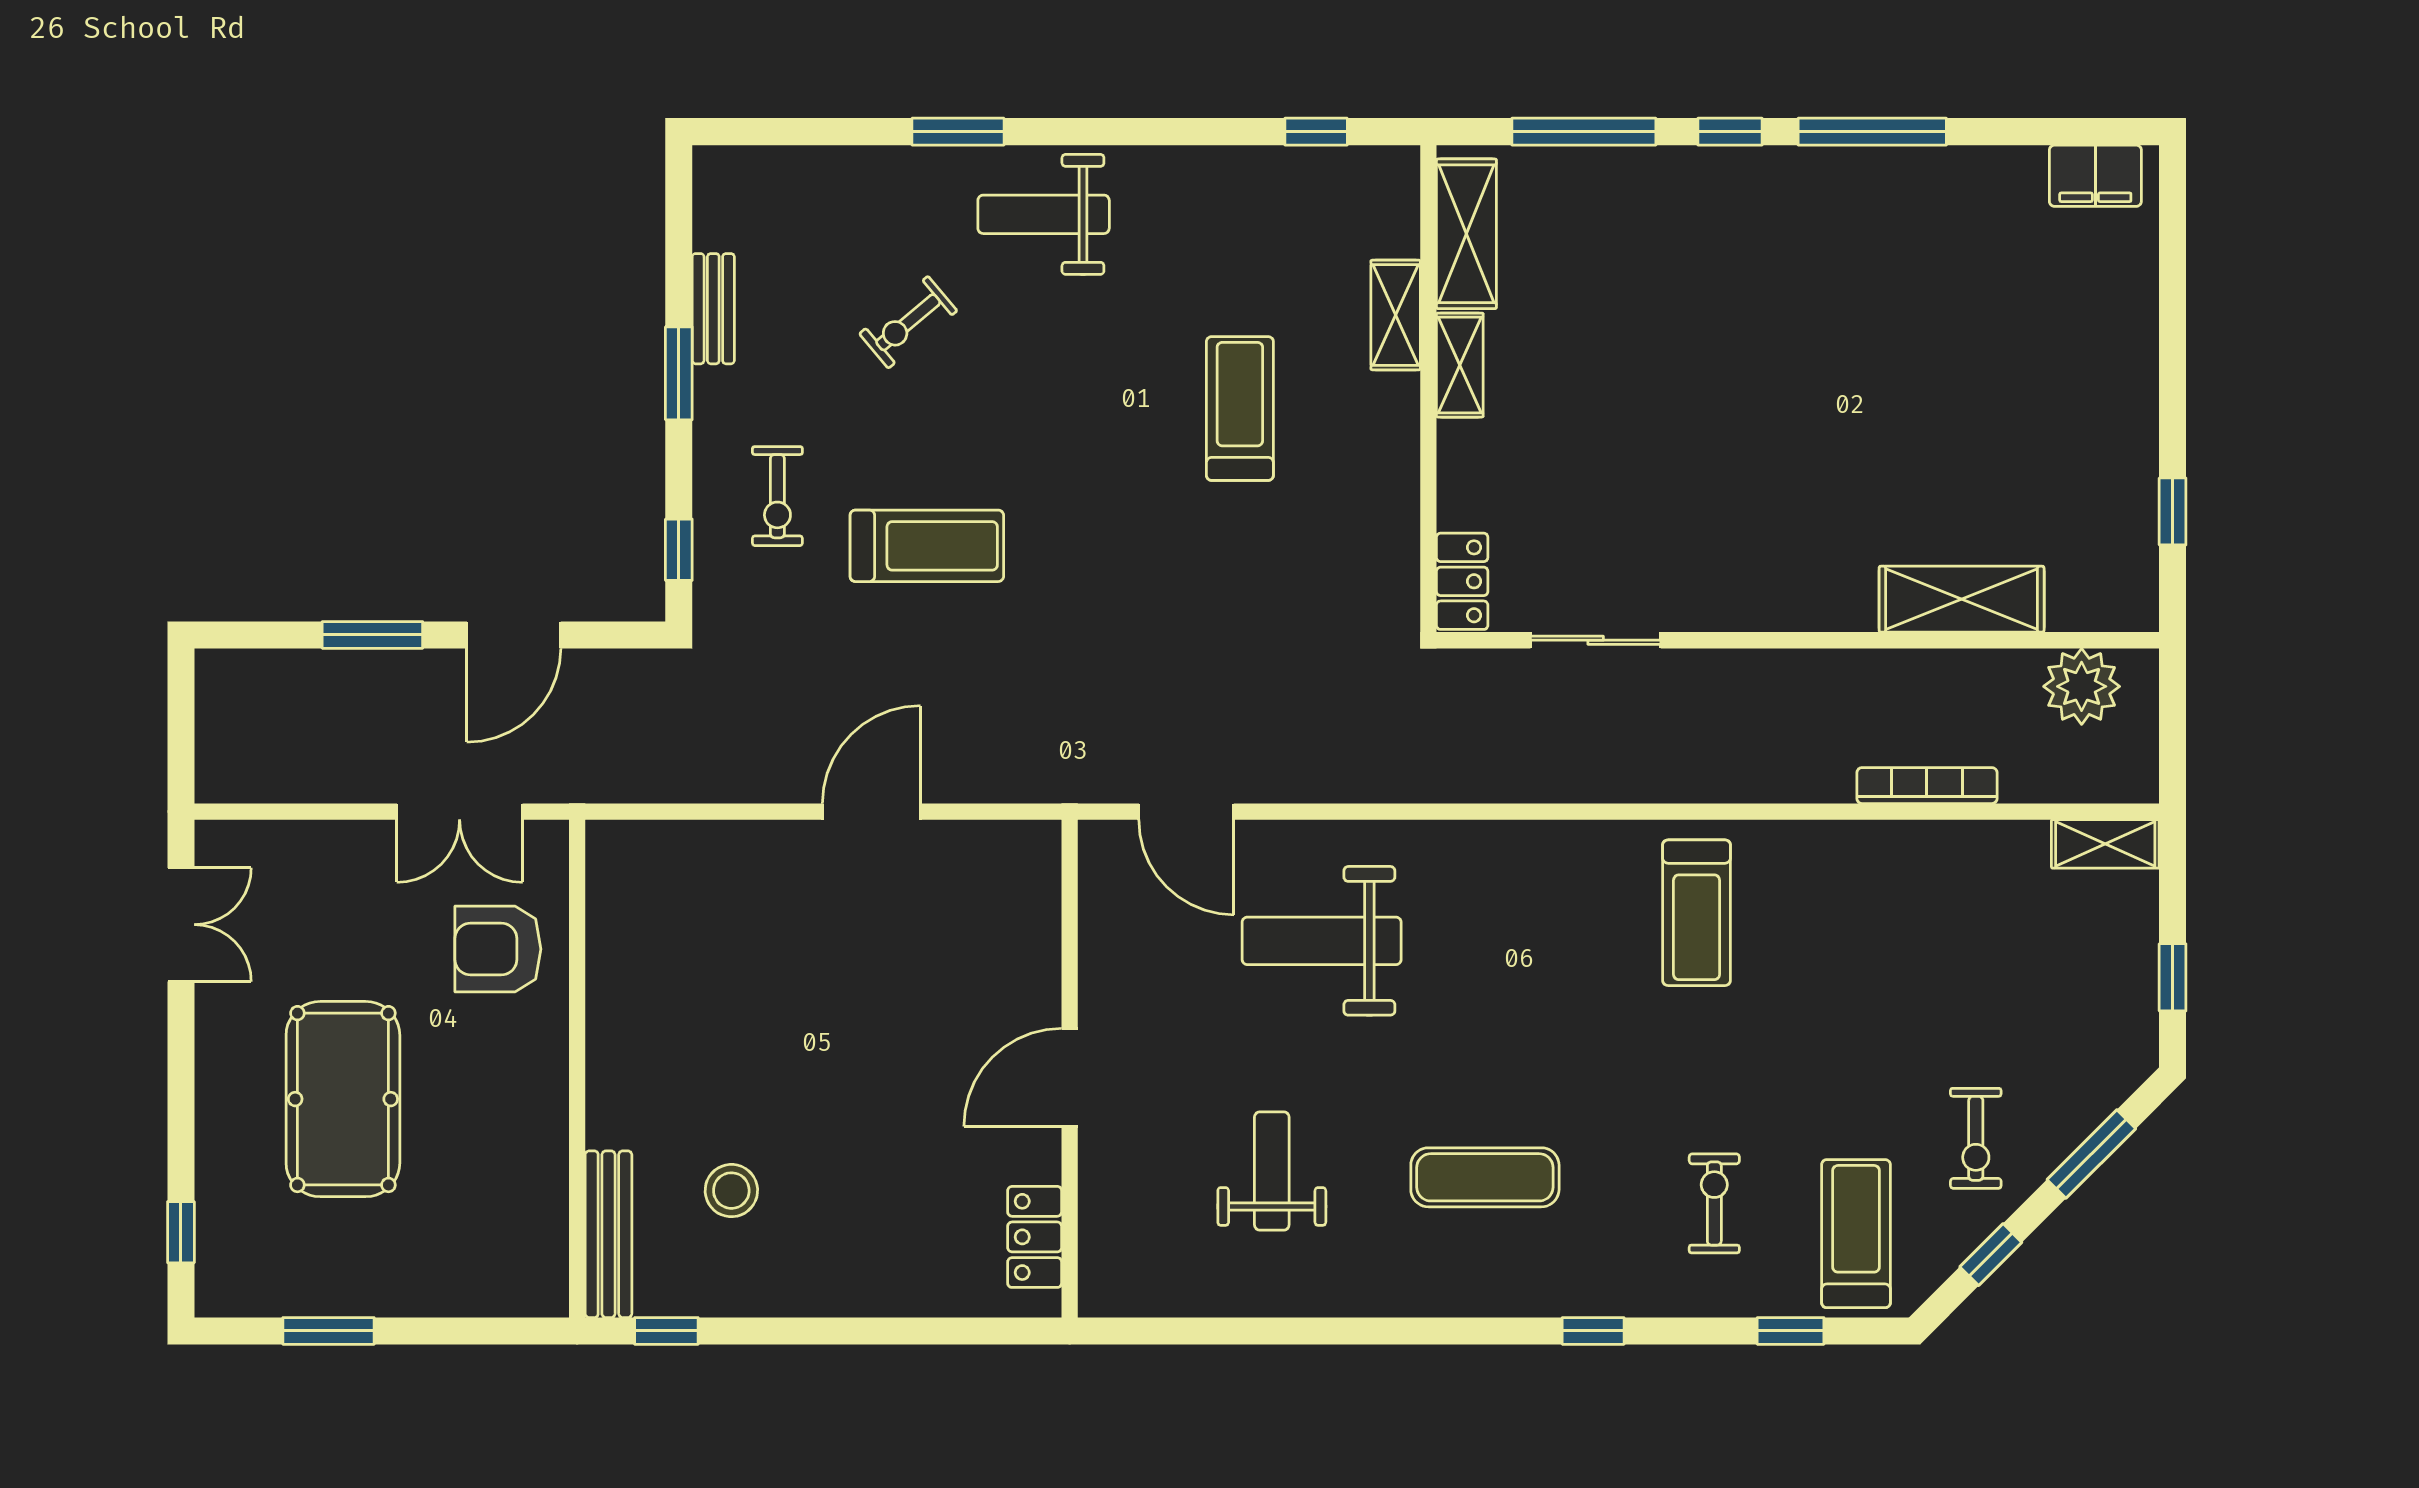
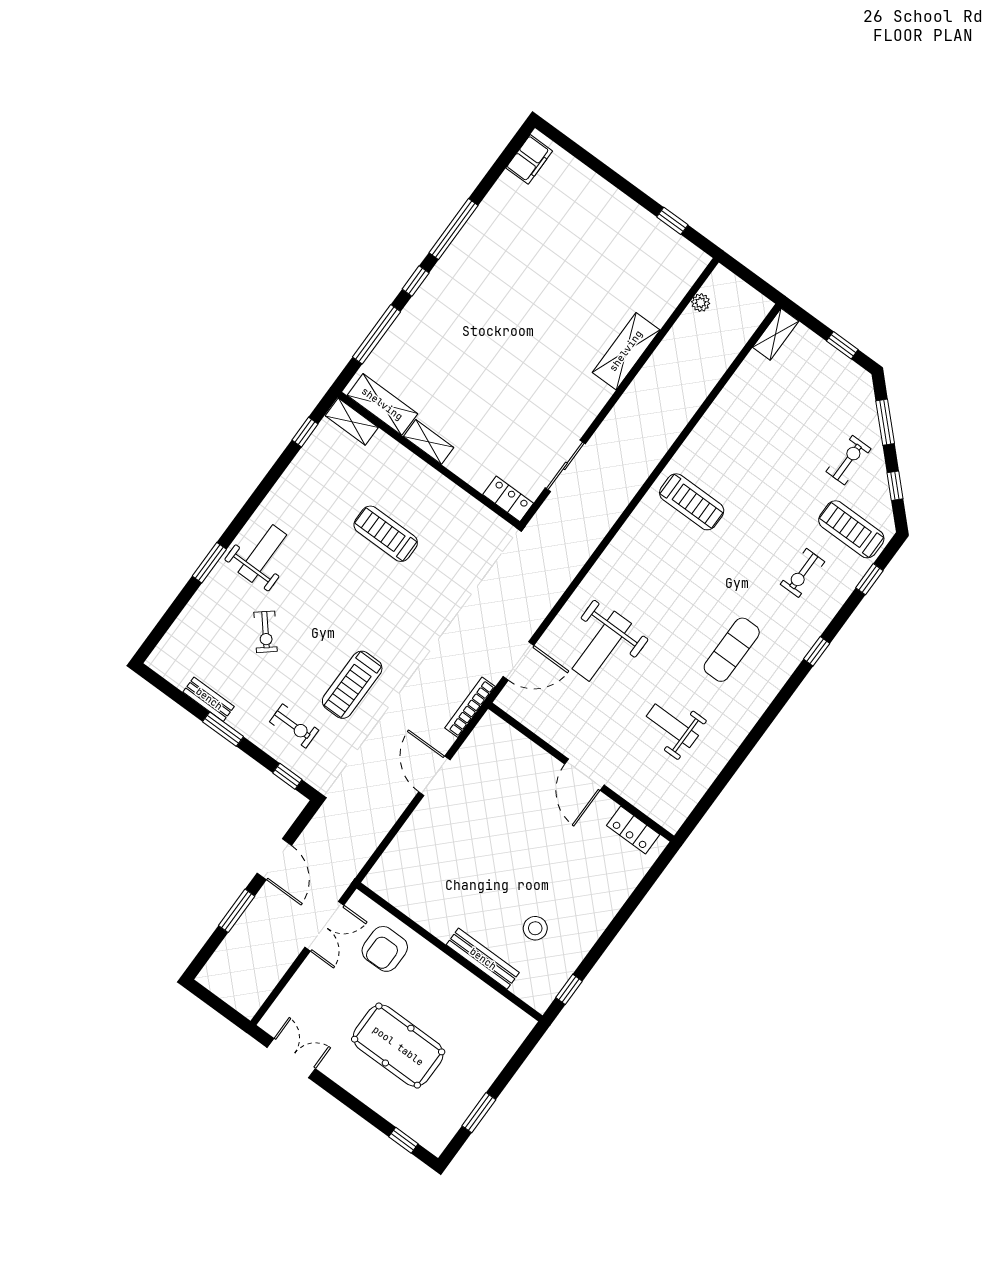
weight bench: (1044, 214) -> (262, 554), turned 180
shelving: (1396, 315) -> (352, 422), moved
treadmill: (927, 546) -> (352, 685), turned 180
shelving: (1962, 599) -> (626, 351), moved
plant: (2082, 686) -> (701, 303), width x0.53, depth x0.53
bookcase: (1927, 786) -> (470, 707), moved
exercise bike: (1976, 1138) -> (849, 460), turned -90
exercise bike: (1714, 1203) -> (802, 573), turned -90
bench: (608, 1234) -> (483, 959), moved

